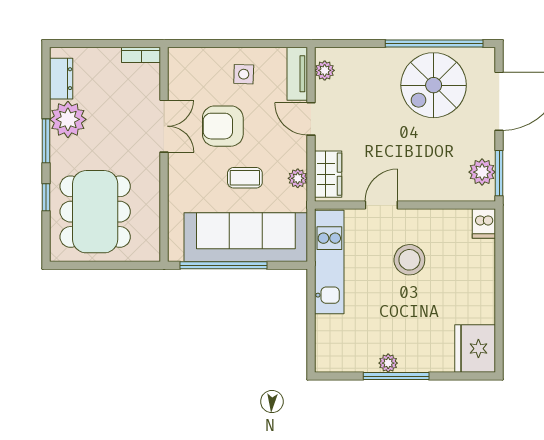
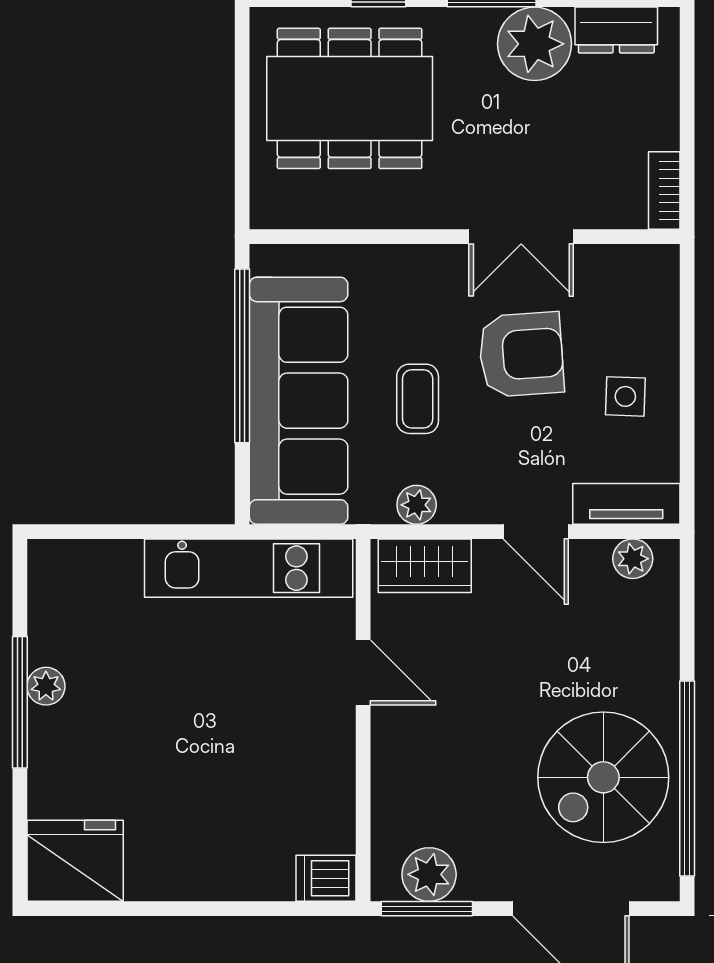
spiral stairs: (434, 85) -> (603, 777), turned -90
door: (311, 119) -> (536, 532), swing flipped
armchair: (223, 126) -> (521, 354), turned 86
stool: (409, 260) -> (253, 729), removed

